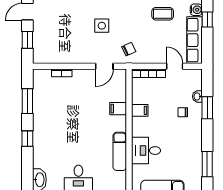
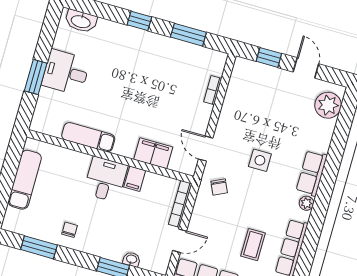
filing cabinet: (118, 109) -> (153, 153), width x2.00
chair: (183, 112) -> (70, 230), moved
desk: (146, 151) -> (105, 179), moved

